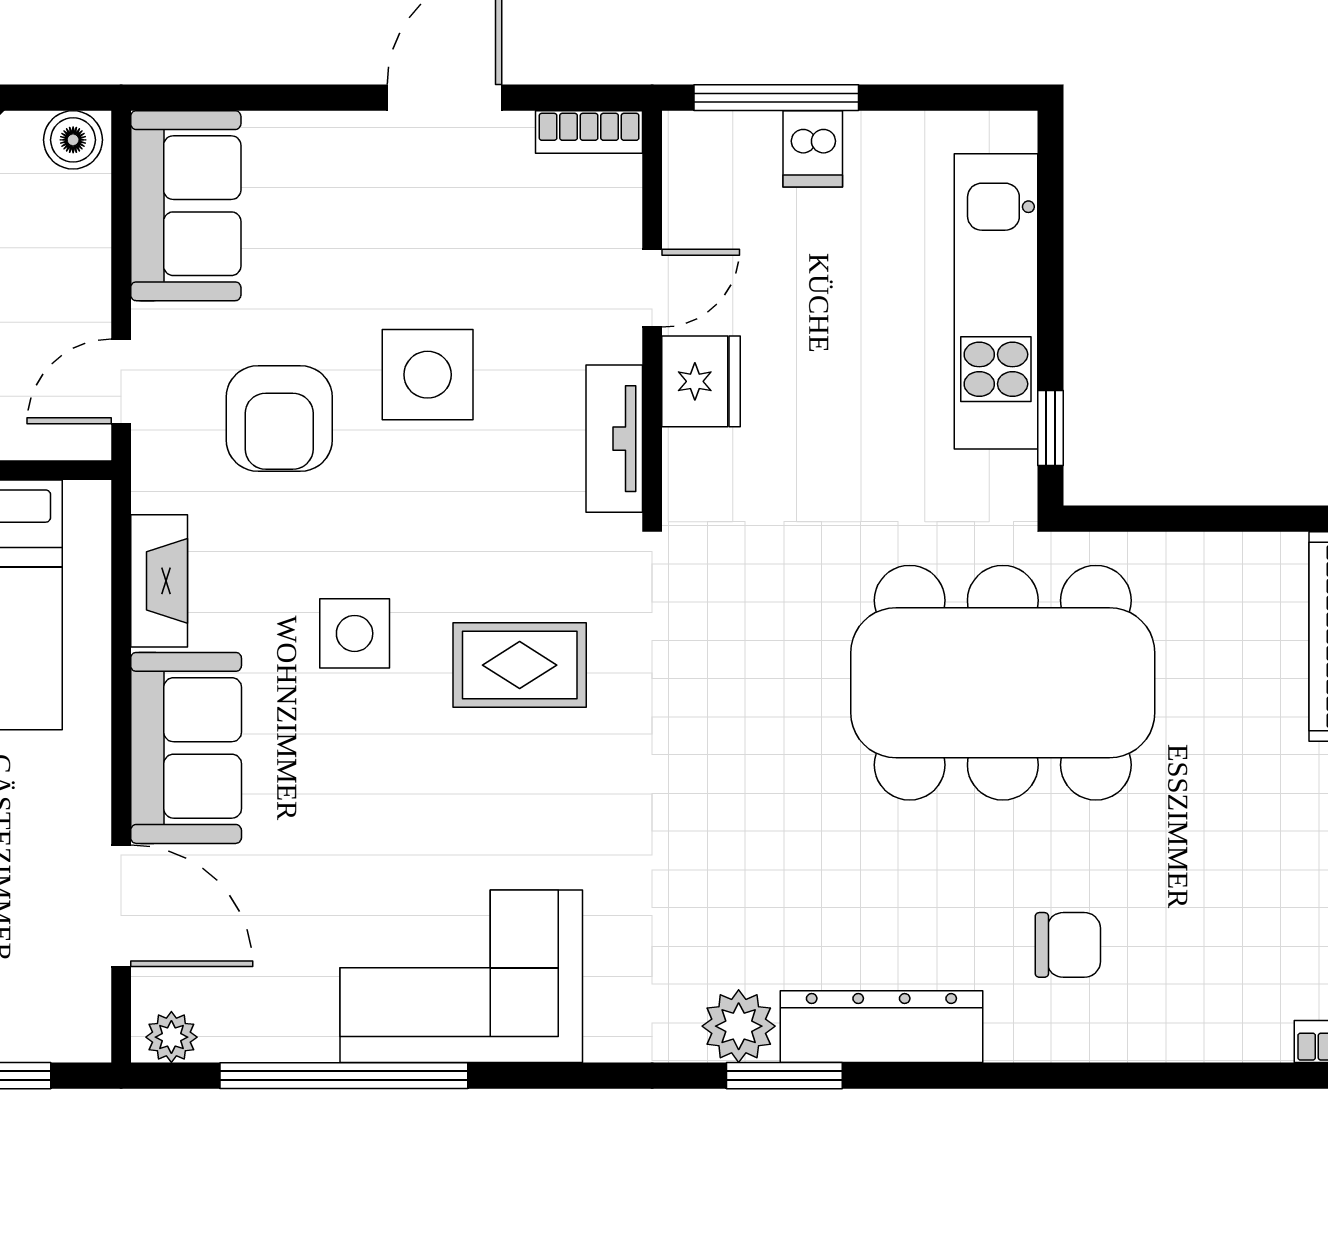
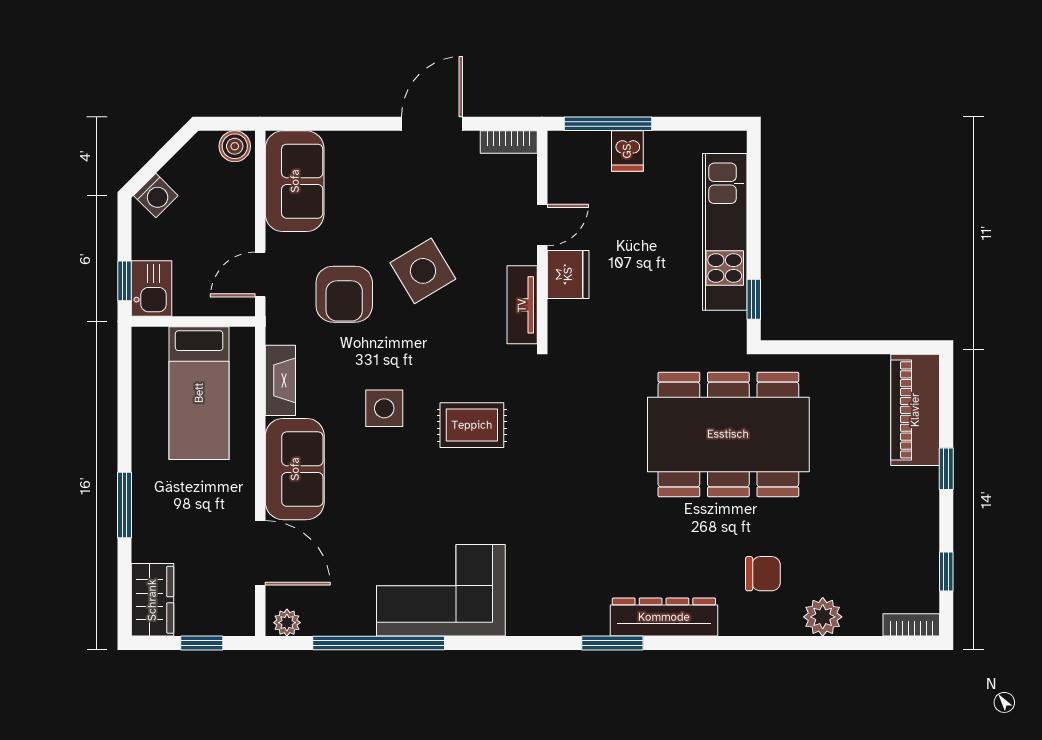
side table: (428, 375) -> (423, 271), turned -31
plant: (739, 1026) -> (823, 617), moved

